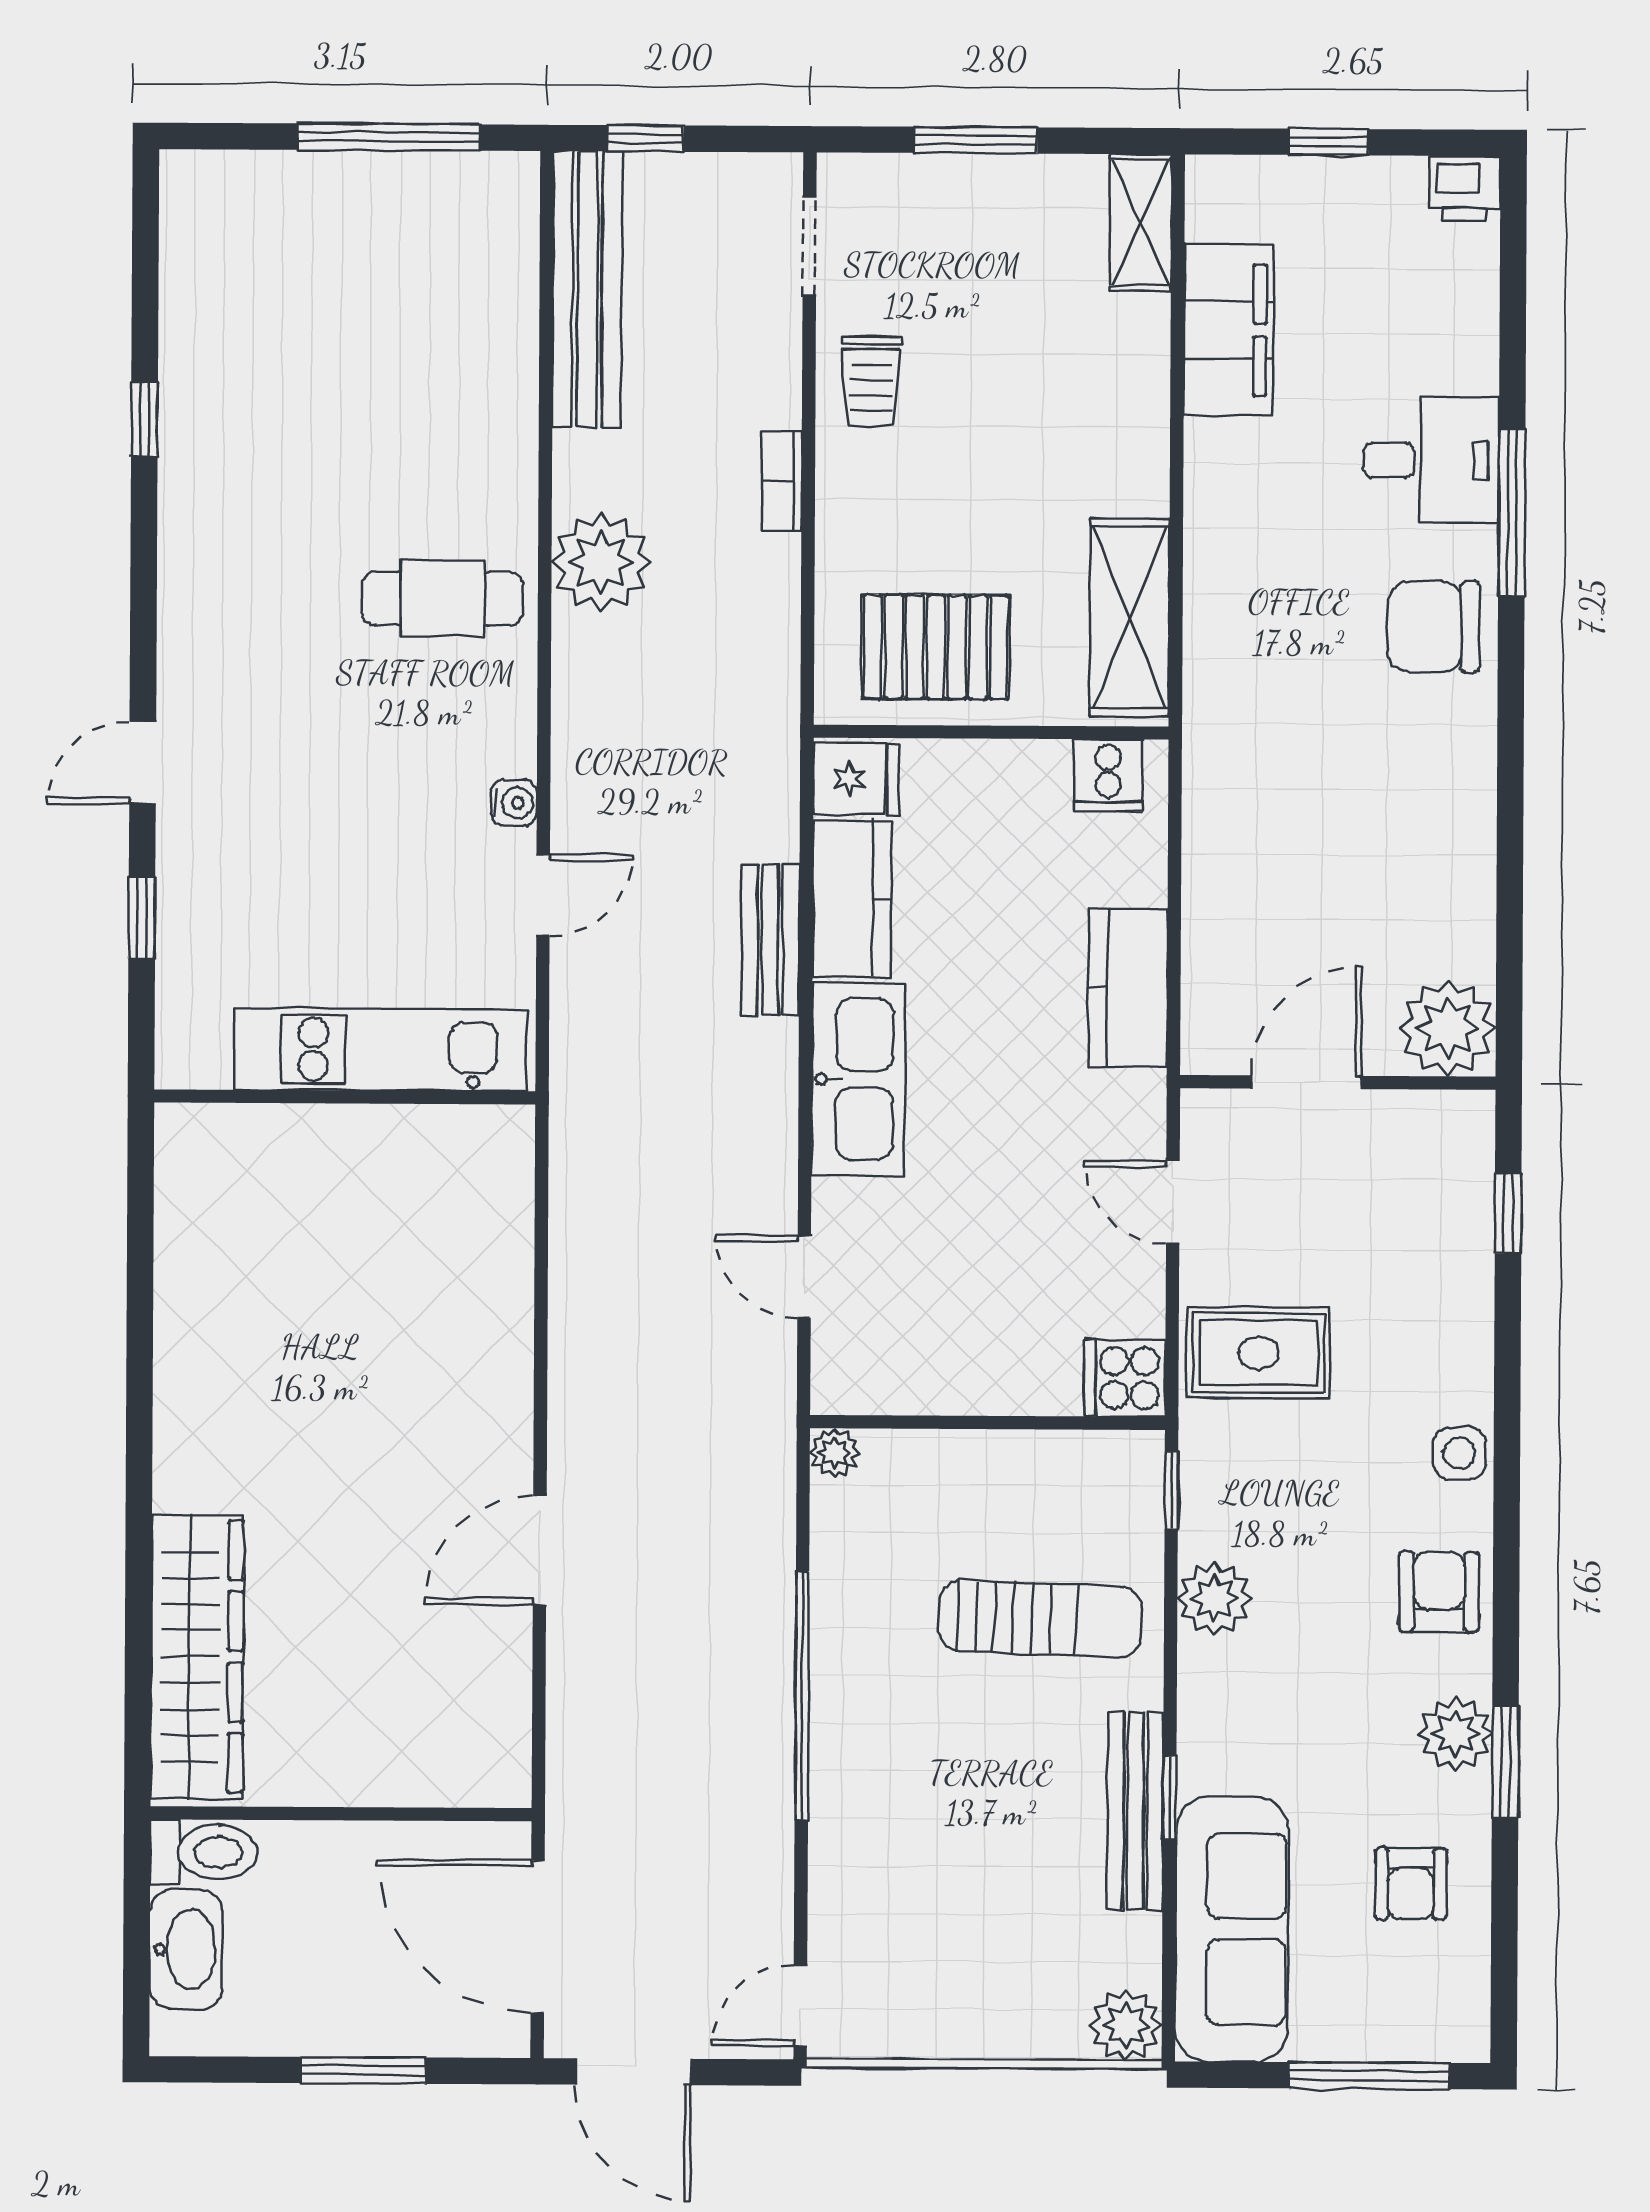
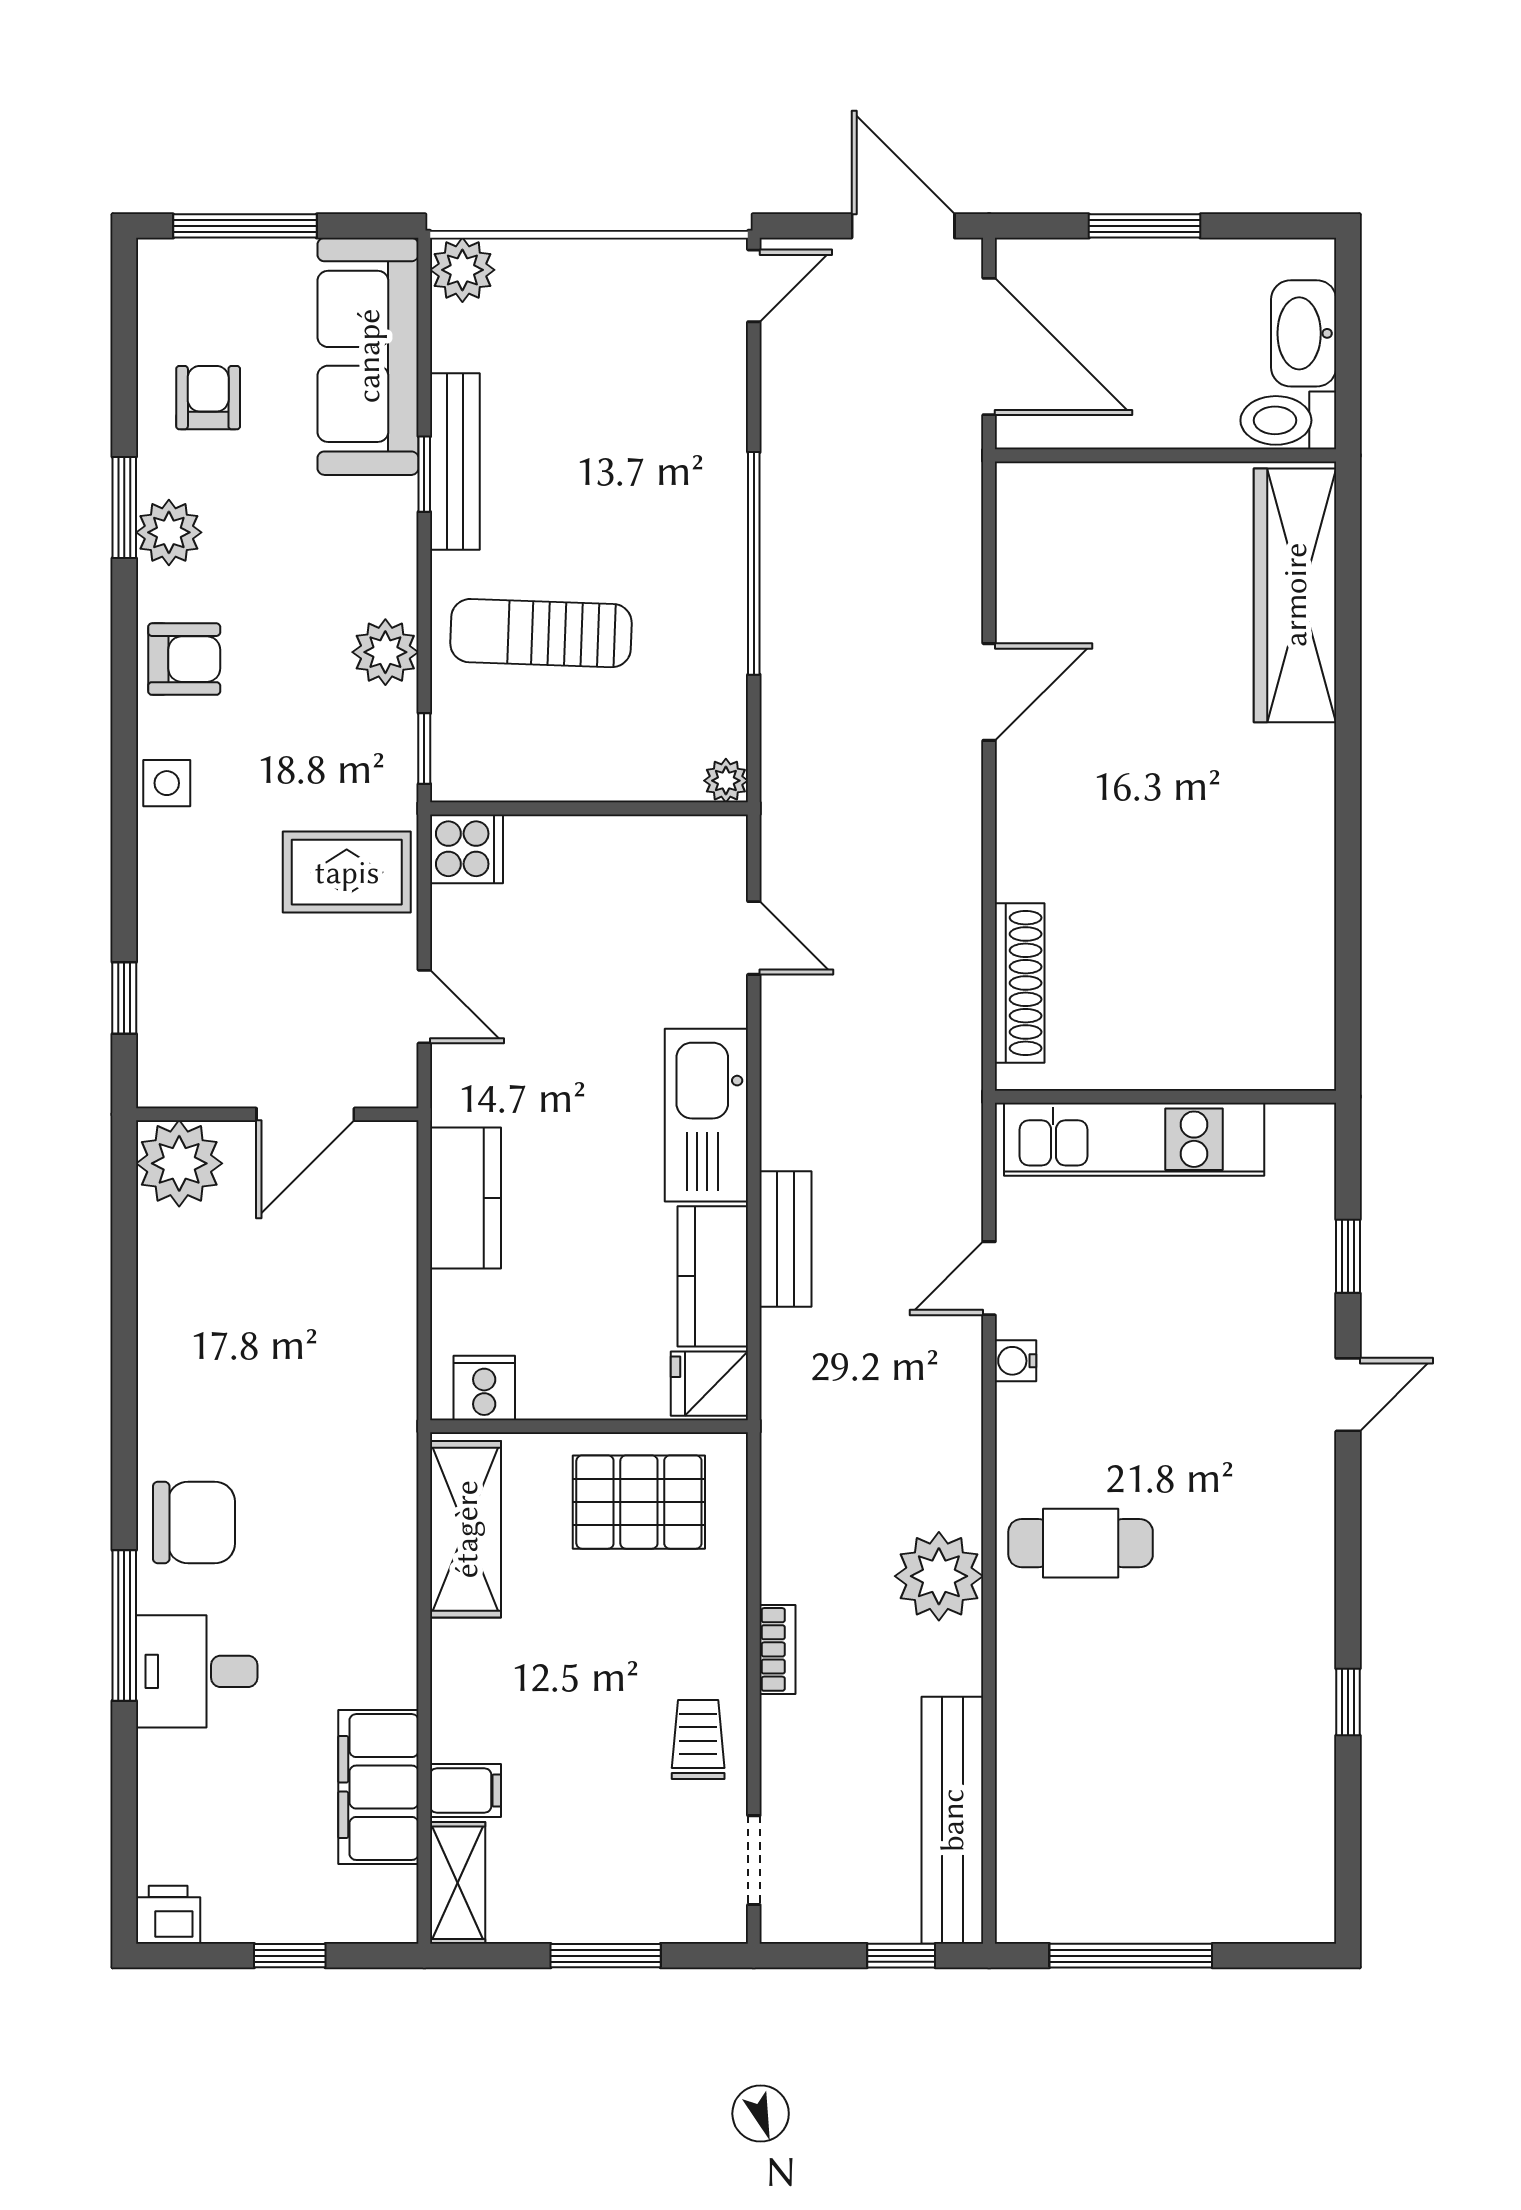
filing cabinet: (1131, 326) -> (466, 1791), added
shoe rack: (507, 1225) -> (1020, 983), added
armchair: (1439, 1592) -> (184, 659), turned -90

